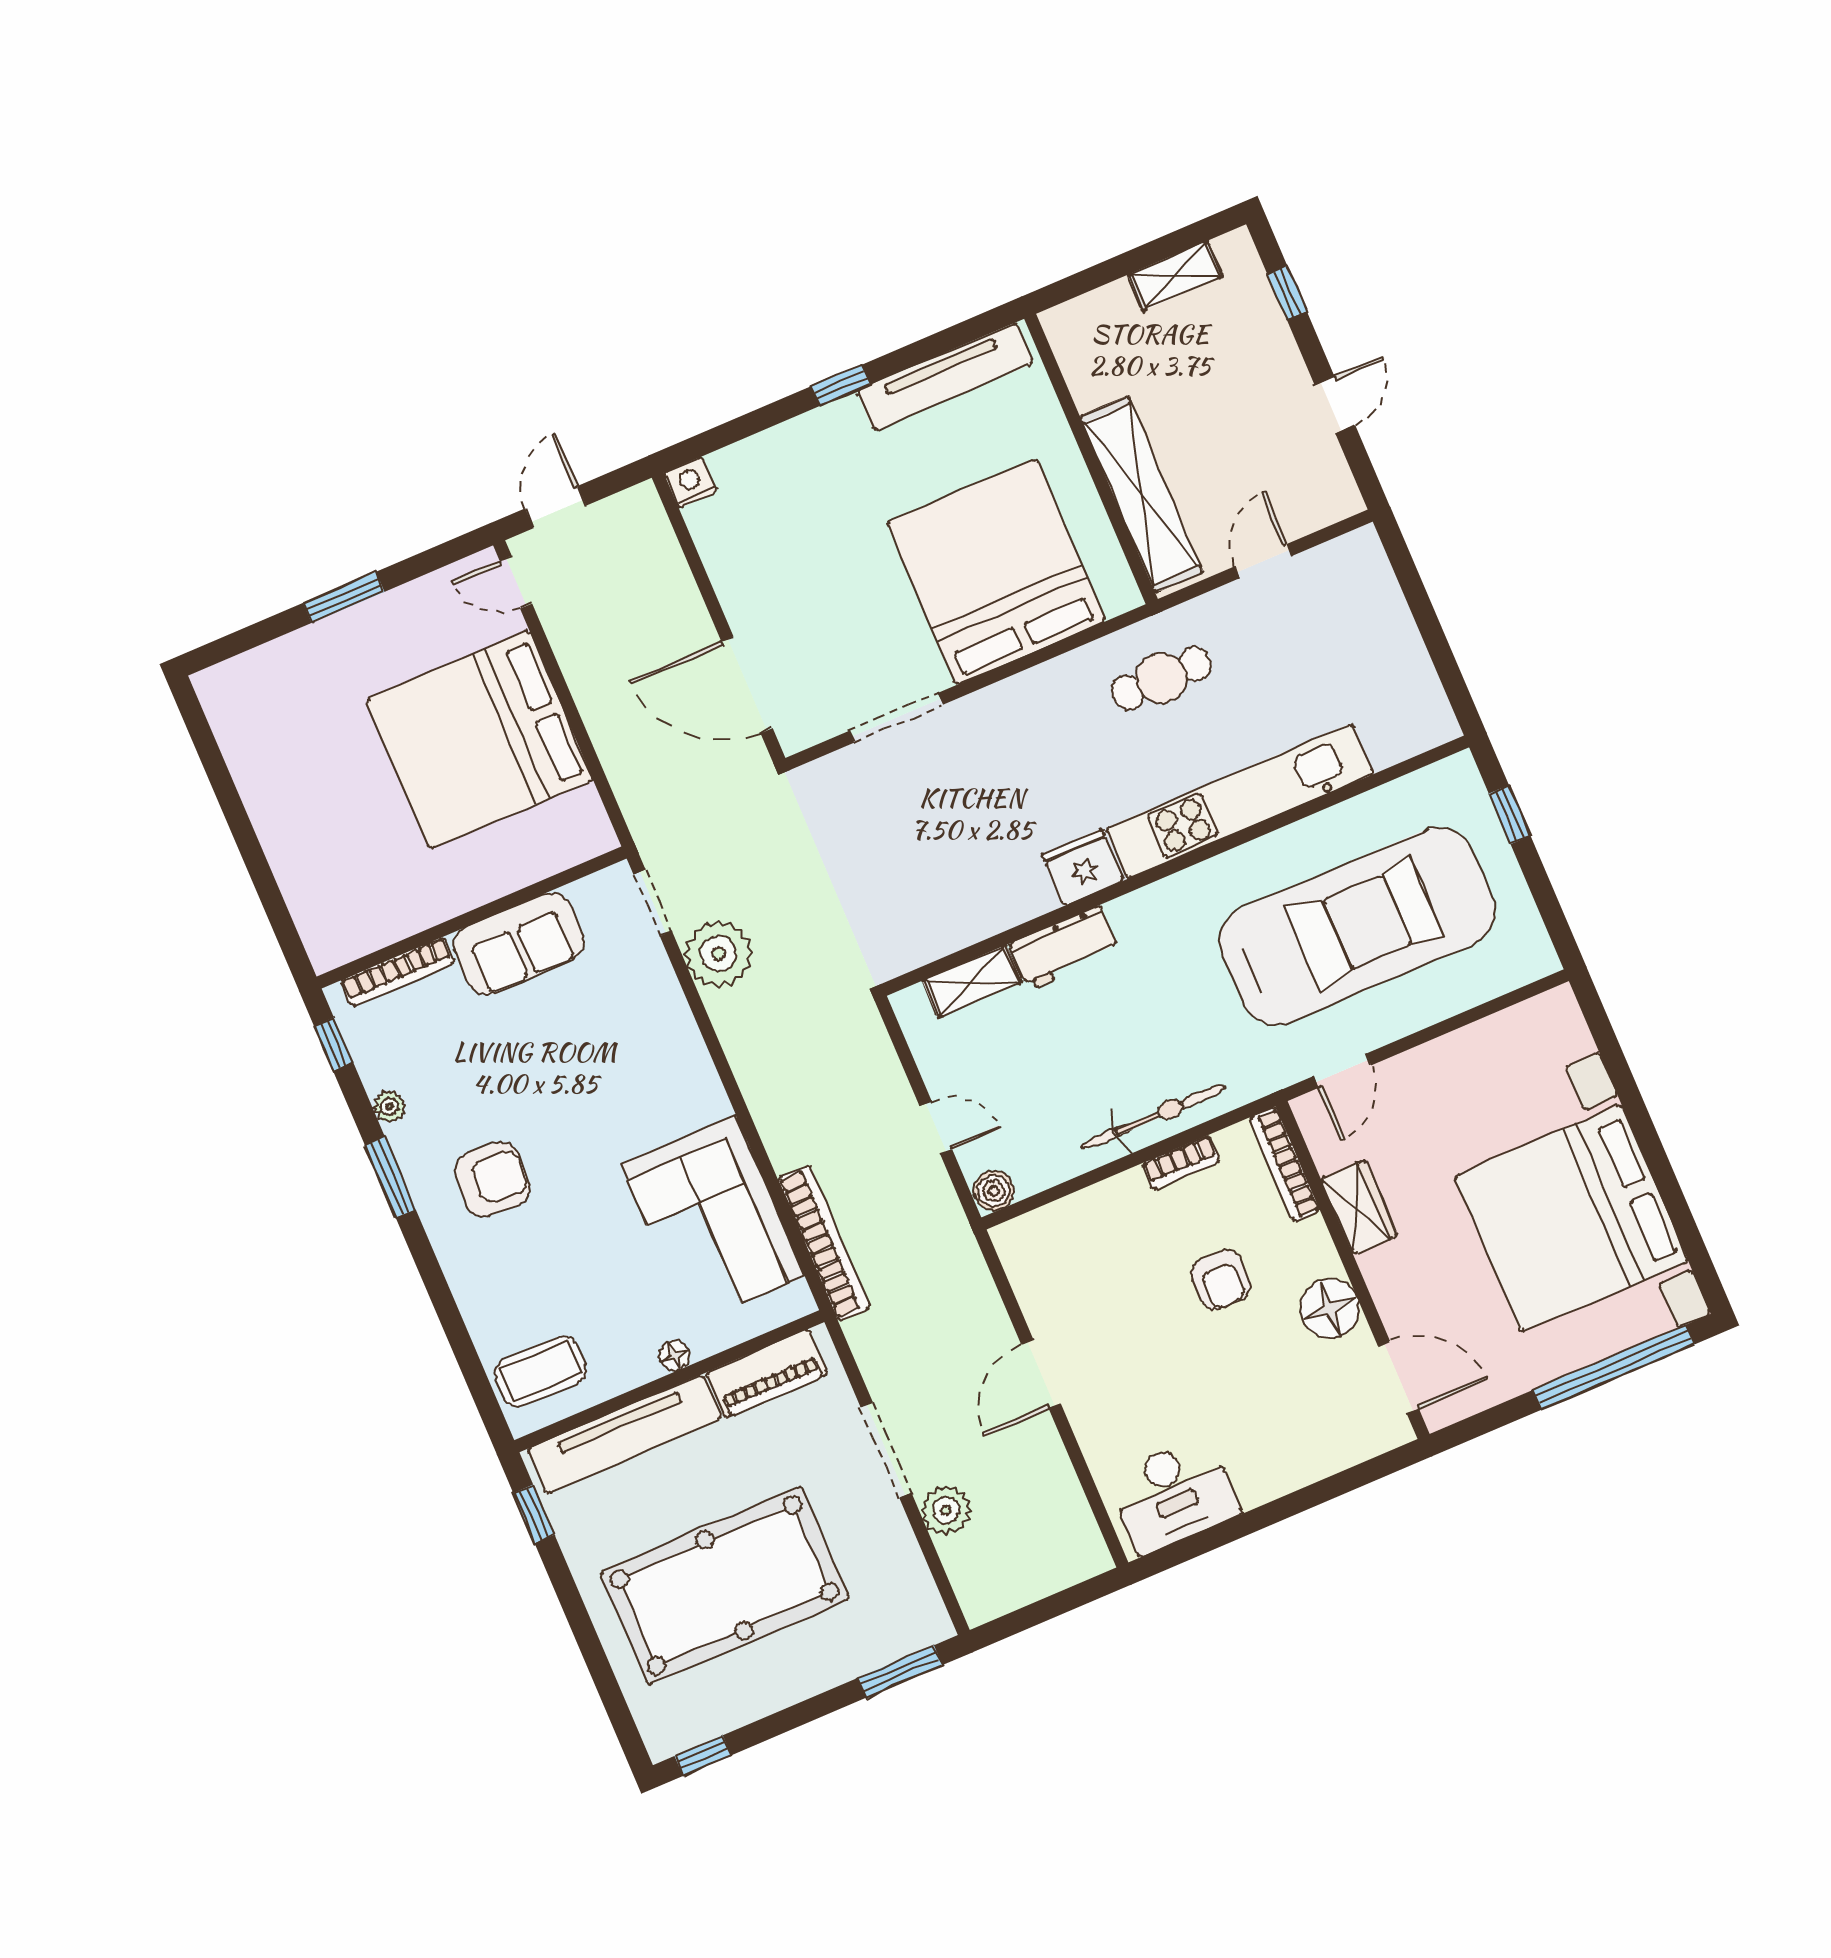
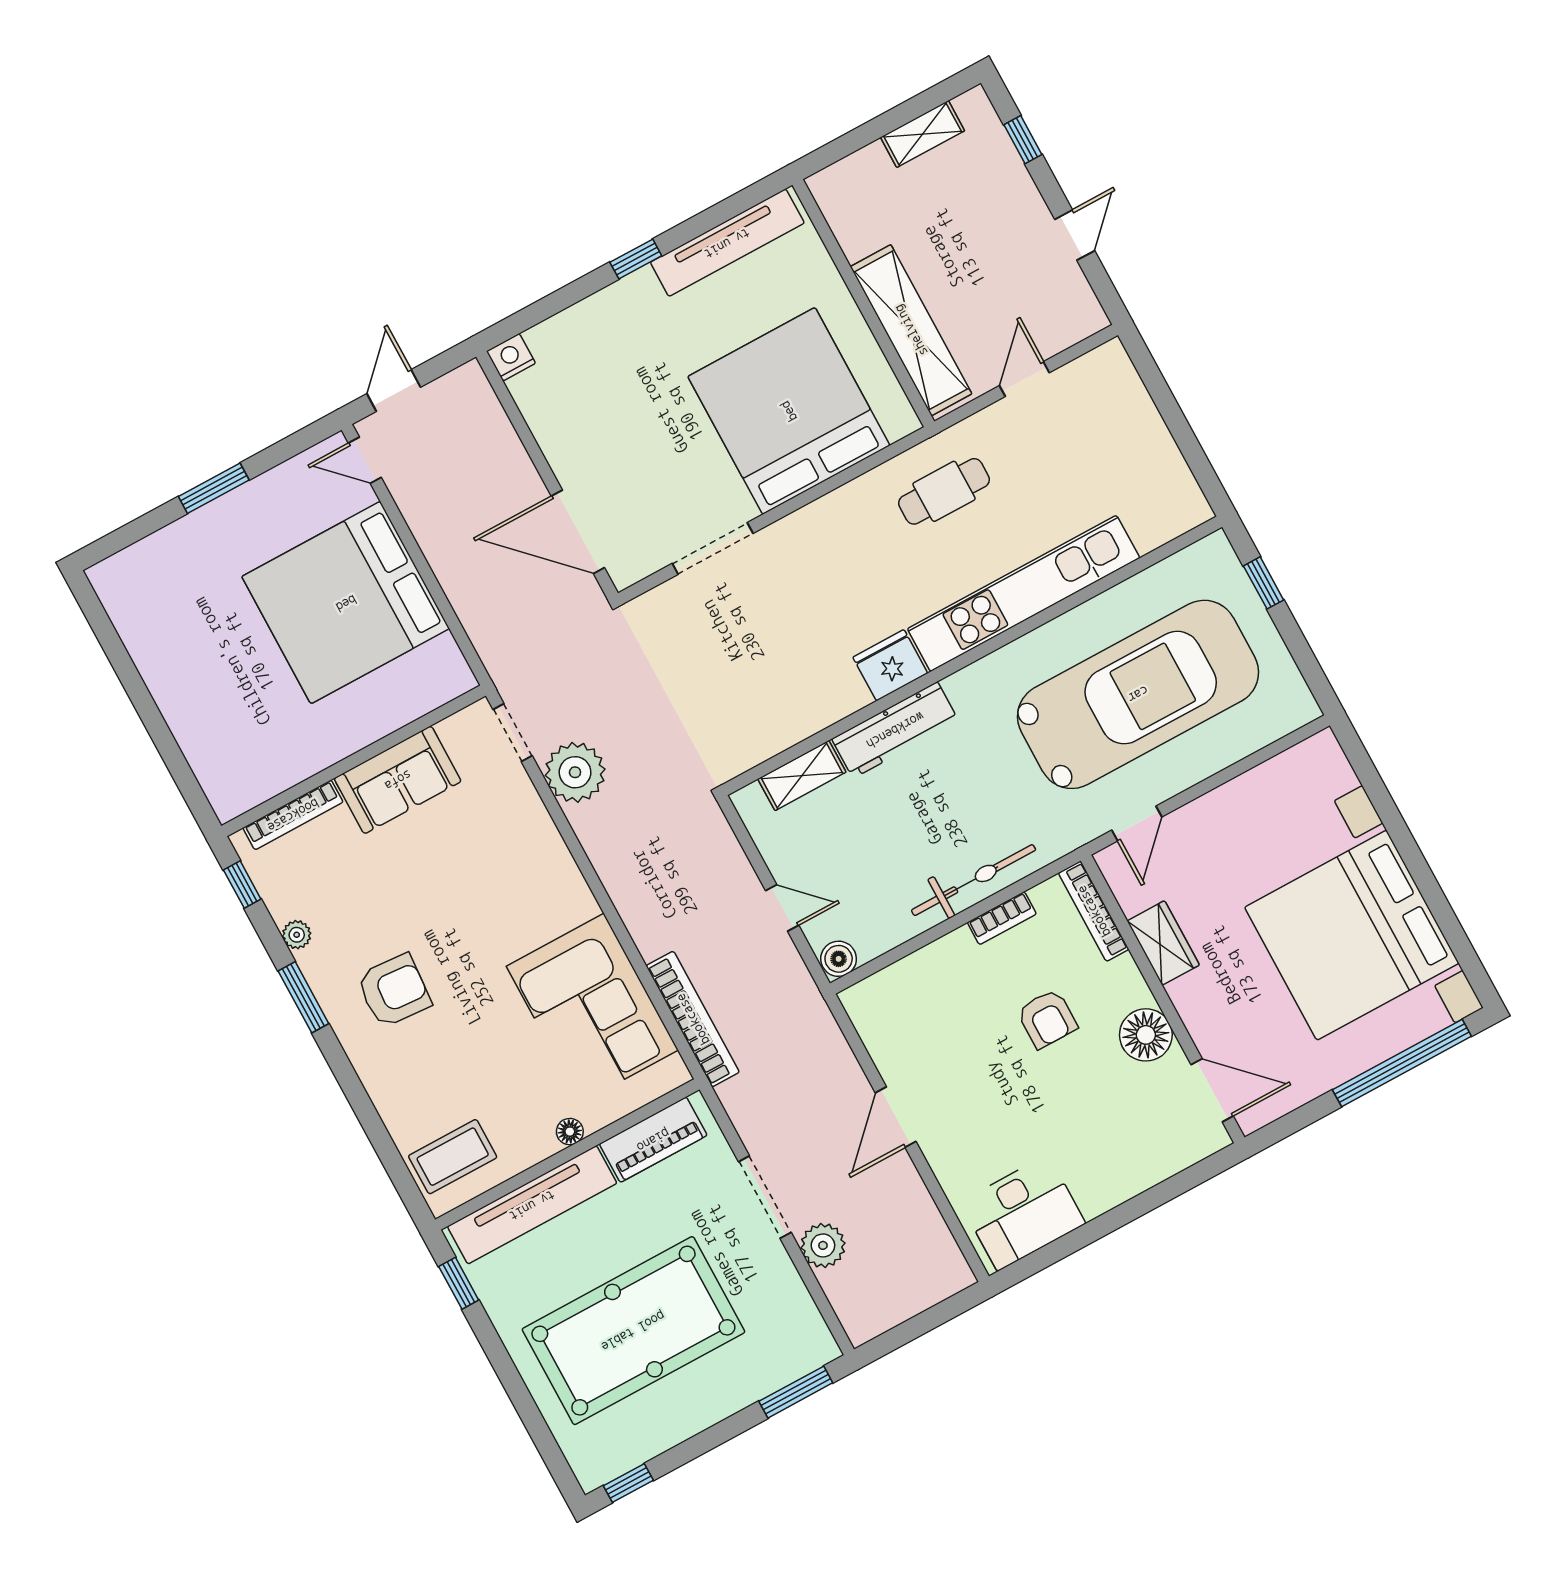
workbench: (1064, 948) -> (895, 730), width x1.37

